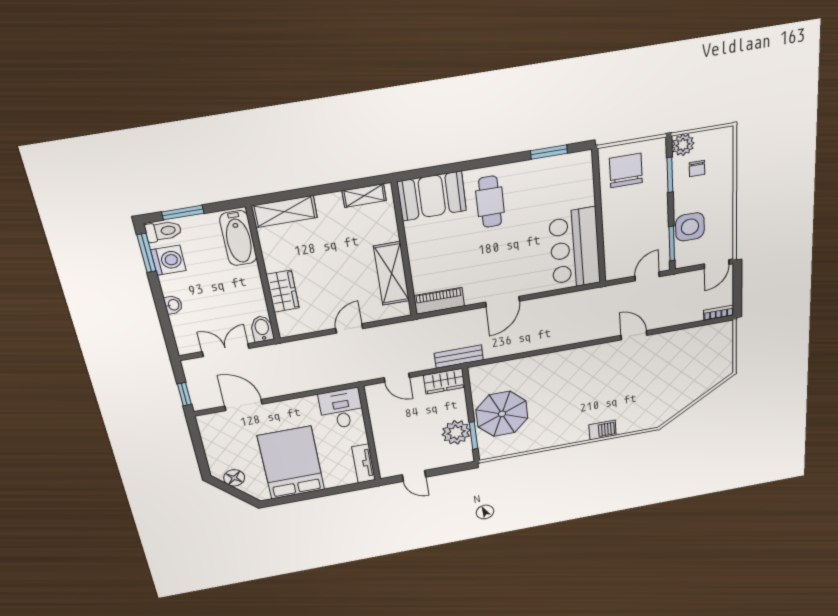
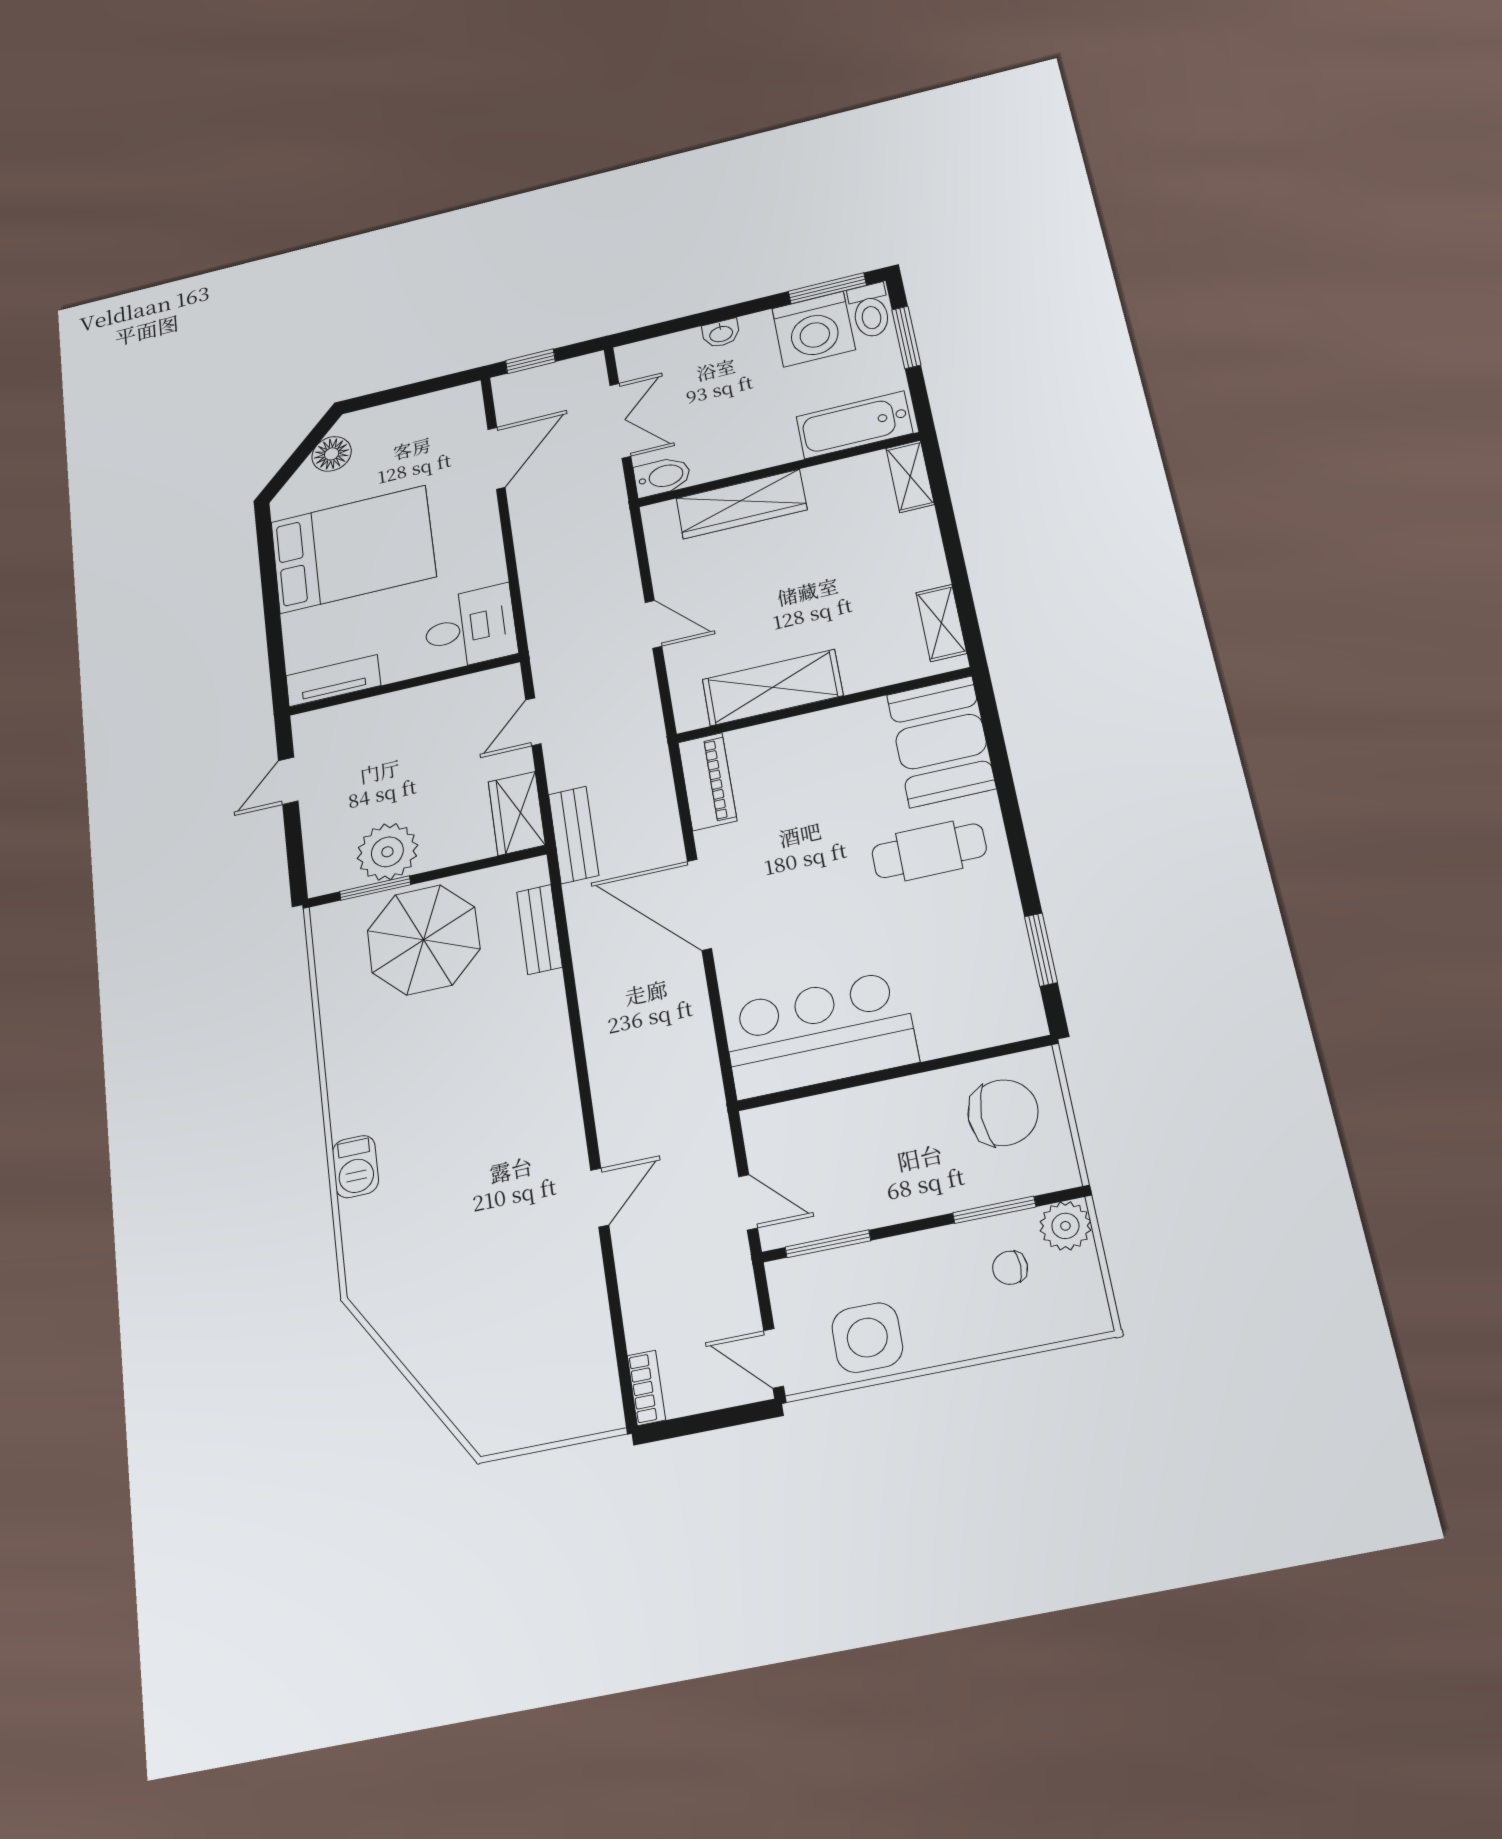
shelving: (284, 212) -> (910, 476), width x0.67, depth x0.75
side table: (690, 227) -> (867, 1338), moved
washing machine: (168, 260) -> (814, 329), width x1.37, depth x1.37
wardrobe: (283, 291) -> (741, 504), width x1.50
door: (503, 302) -> (699, 905), width x1.36
bench: (504, 368) -> (539, 929), added

